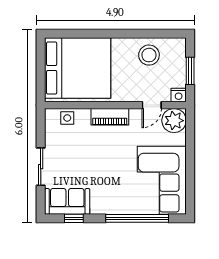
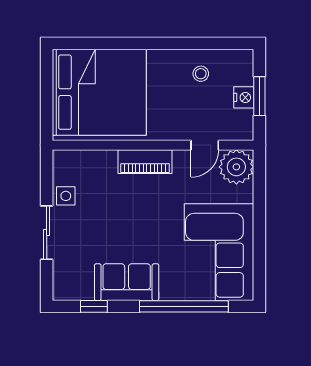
stool: (149, 55) -> (201, 74), width x0.53, depth x0.53
nightstand: (179, 95) -> (244, 97), moved, turned -90
side table: (67, 118) -> (66, 196), moved
sofa: (67, 201) -> (127, 282), moved

